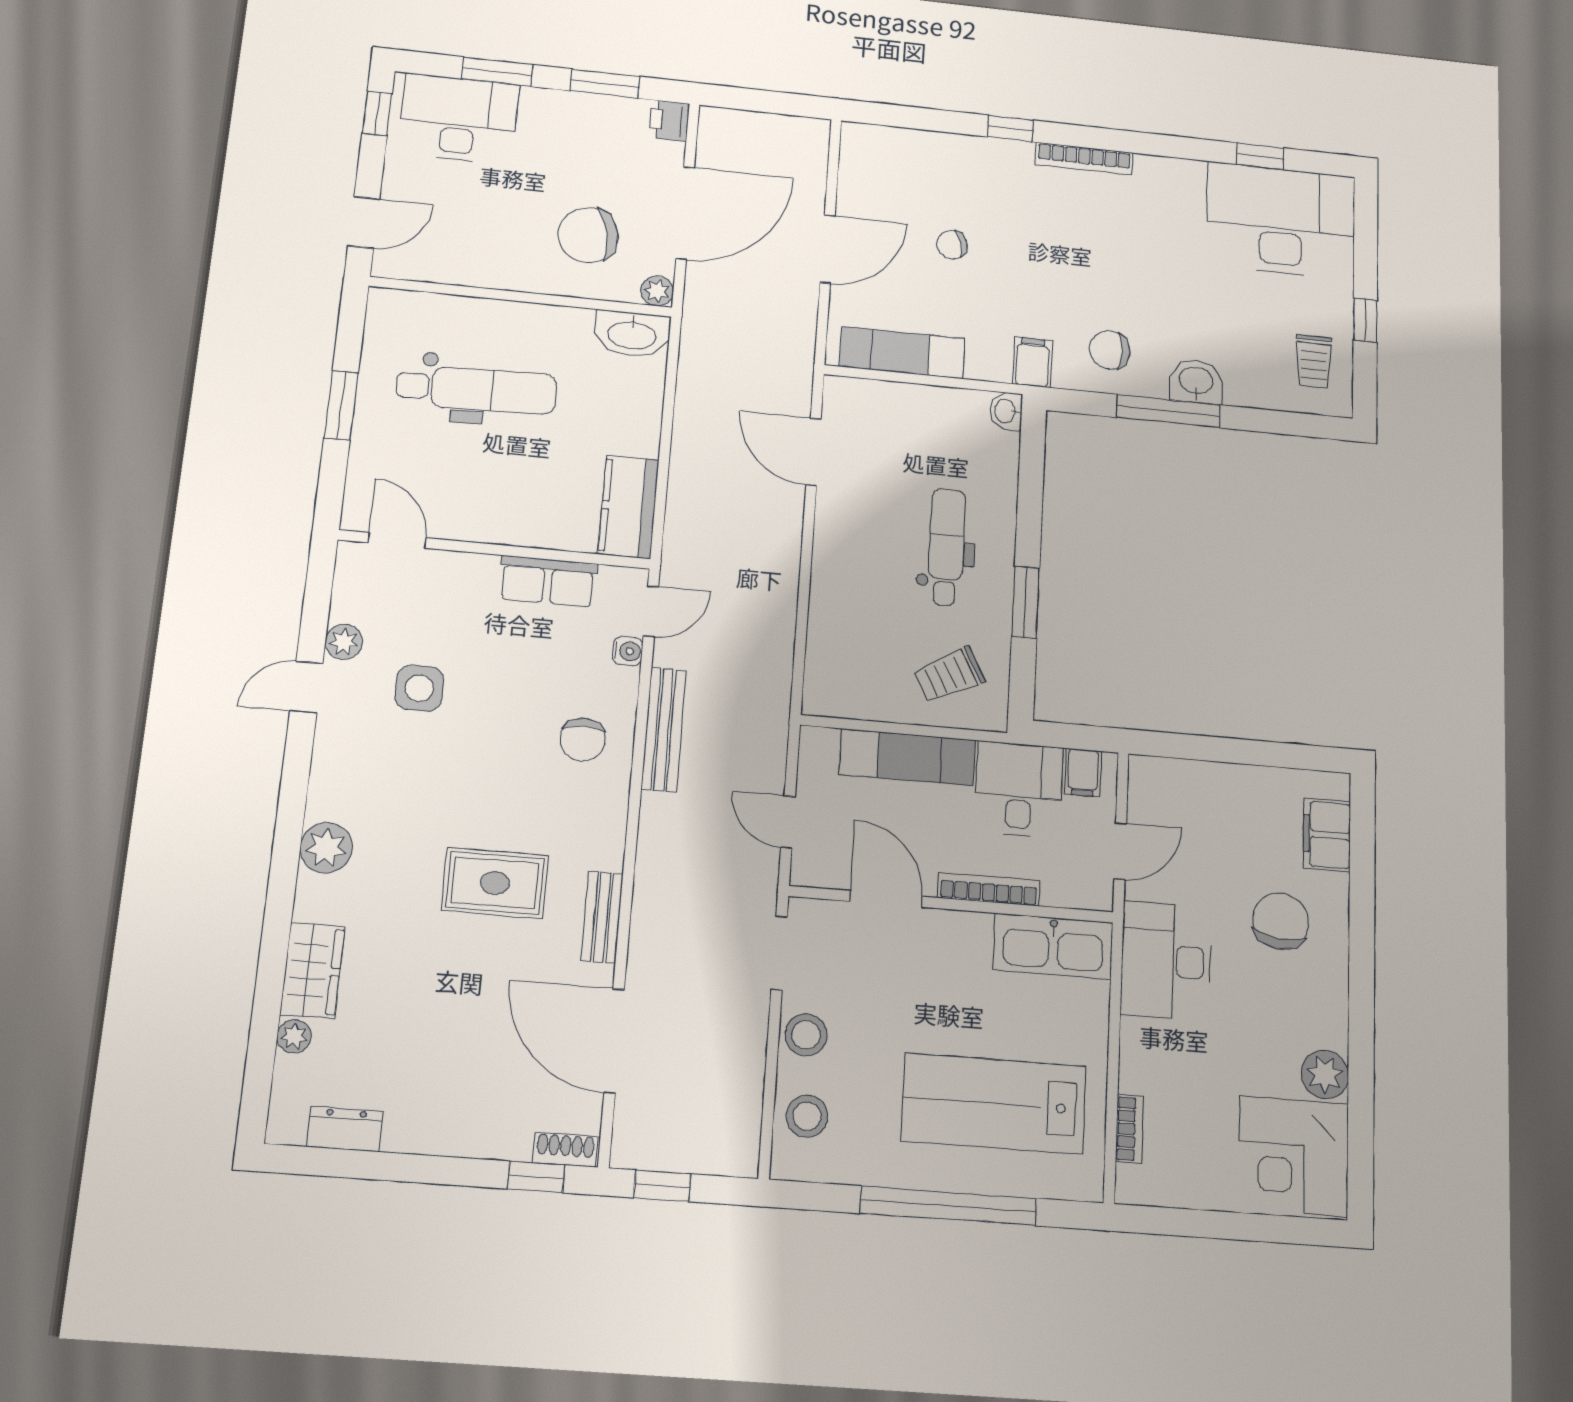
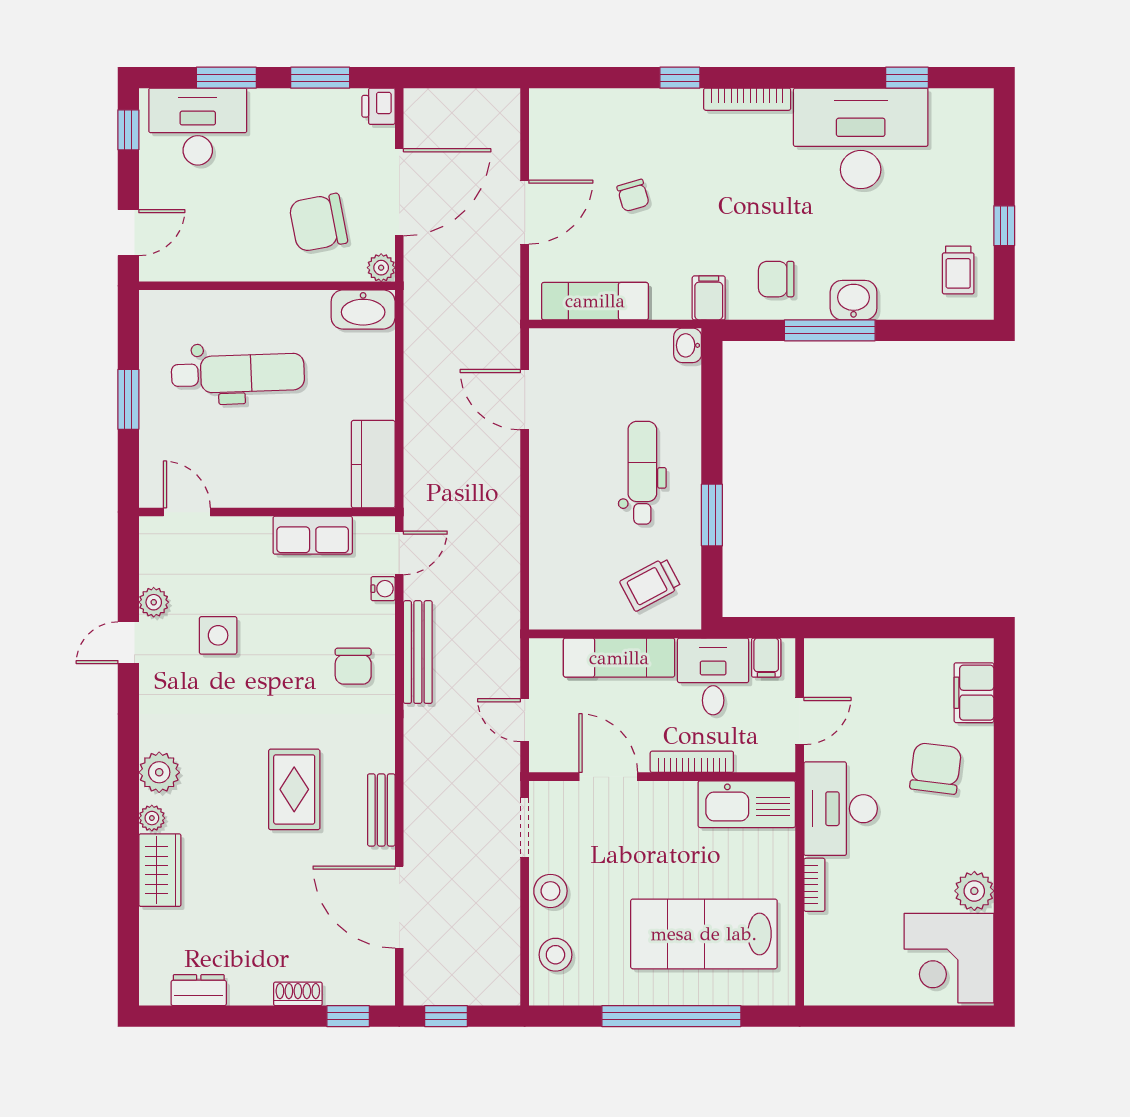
desk: (1281, 221) -> (861, 138), moved
chair: (952, 245) -> (633, 195), turned -91
rug: (495, 883) -> (294, 789), turned 90
plant: (294, 1036) -> (152, 818), moved
bookcase: (1129, 1129) -> (814, 885), moved
shoe rack: (565, 1150) -> (298, 994), moved

